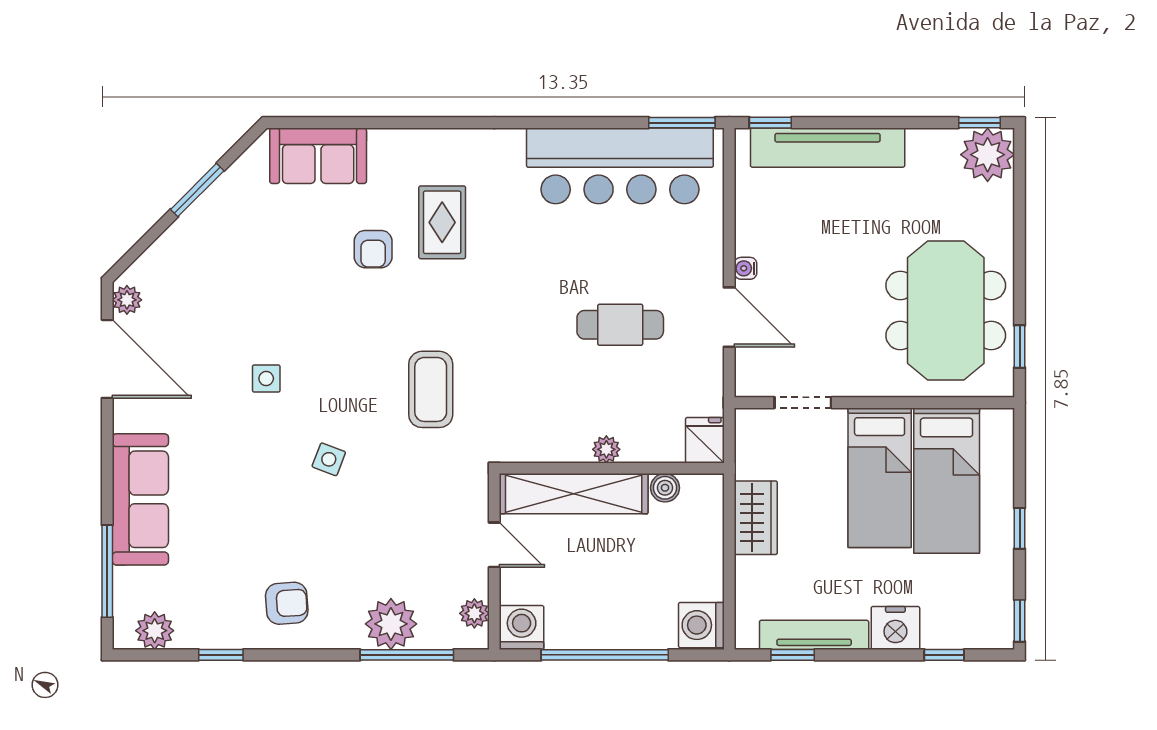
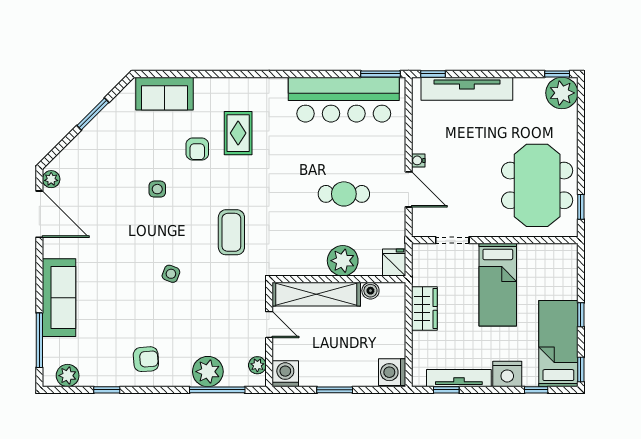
side table: (266, 379) -> (157, 189), moved
plant: (606, 449) -> (343, 261), width x1.88, depth x1.88
bed: (947, 481) -> (558, 344), moved, turned 180
window: (605, 655) -> (335, 390), width x0.47

